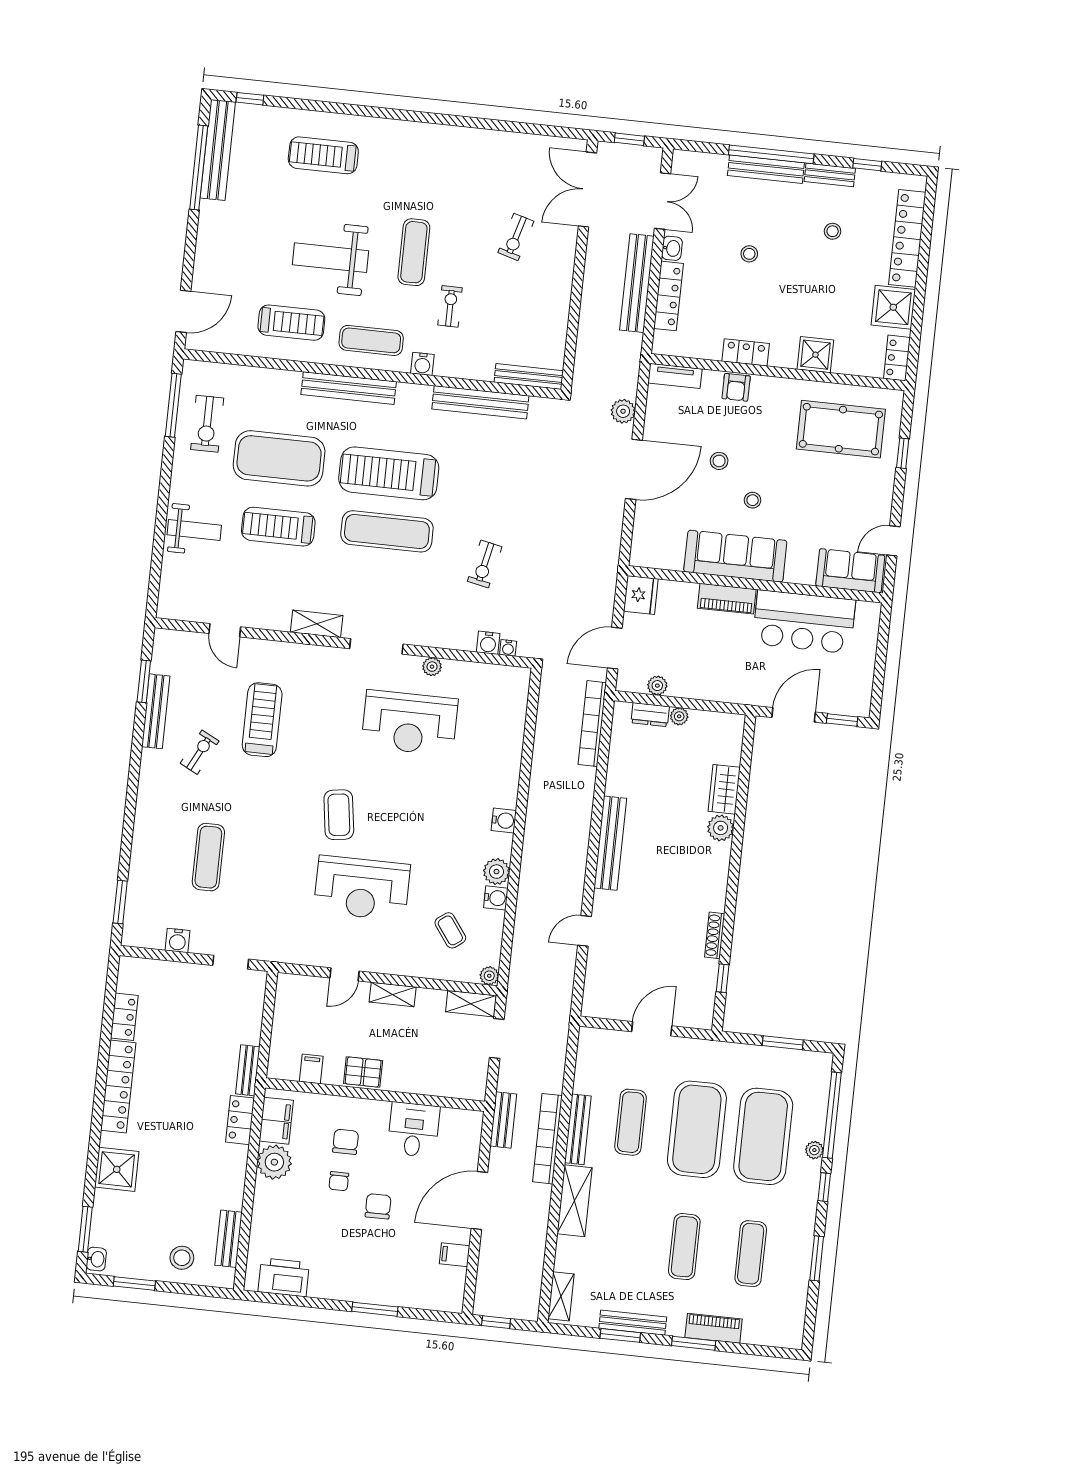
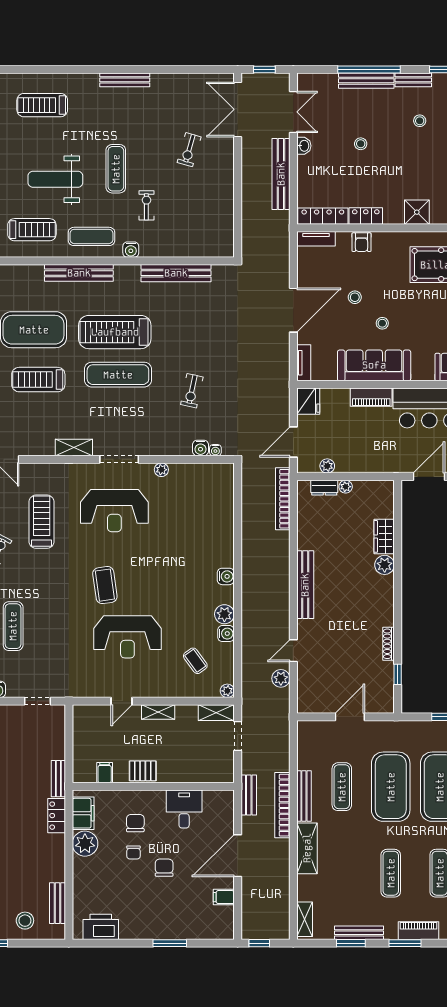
locker: (668, 296) -> (323, 216), moved, turned -90
bench: (529, 377) -> (125, 80), moved
plant: (623, 411) -> (281, 678), moved
tv unit: (640, 542) -> (304, 363), added
reception desk: (410, 723) -> (114, 511), moved

